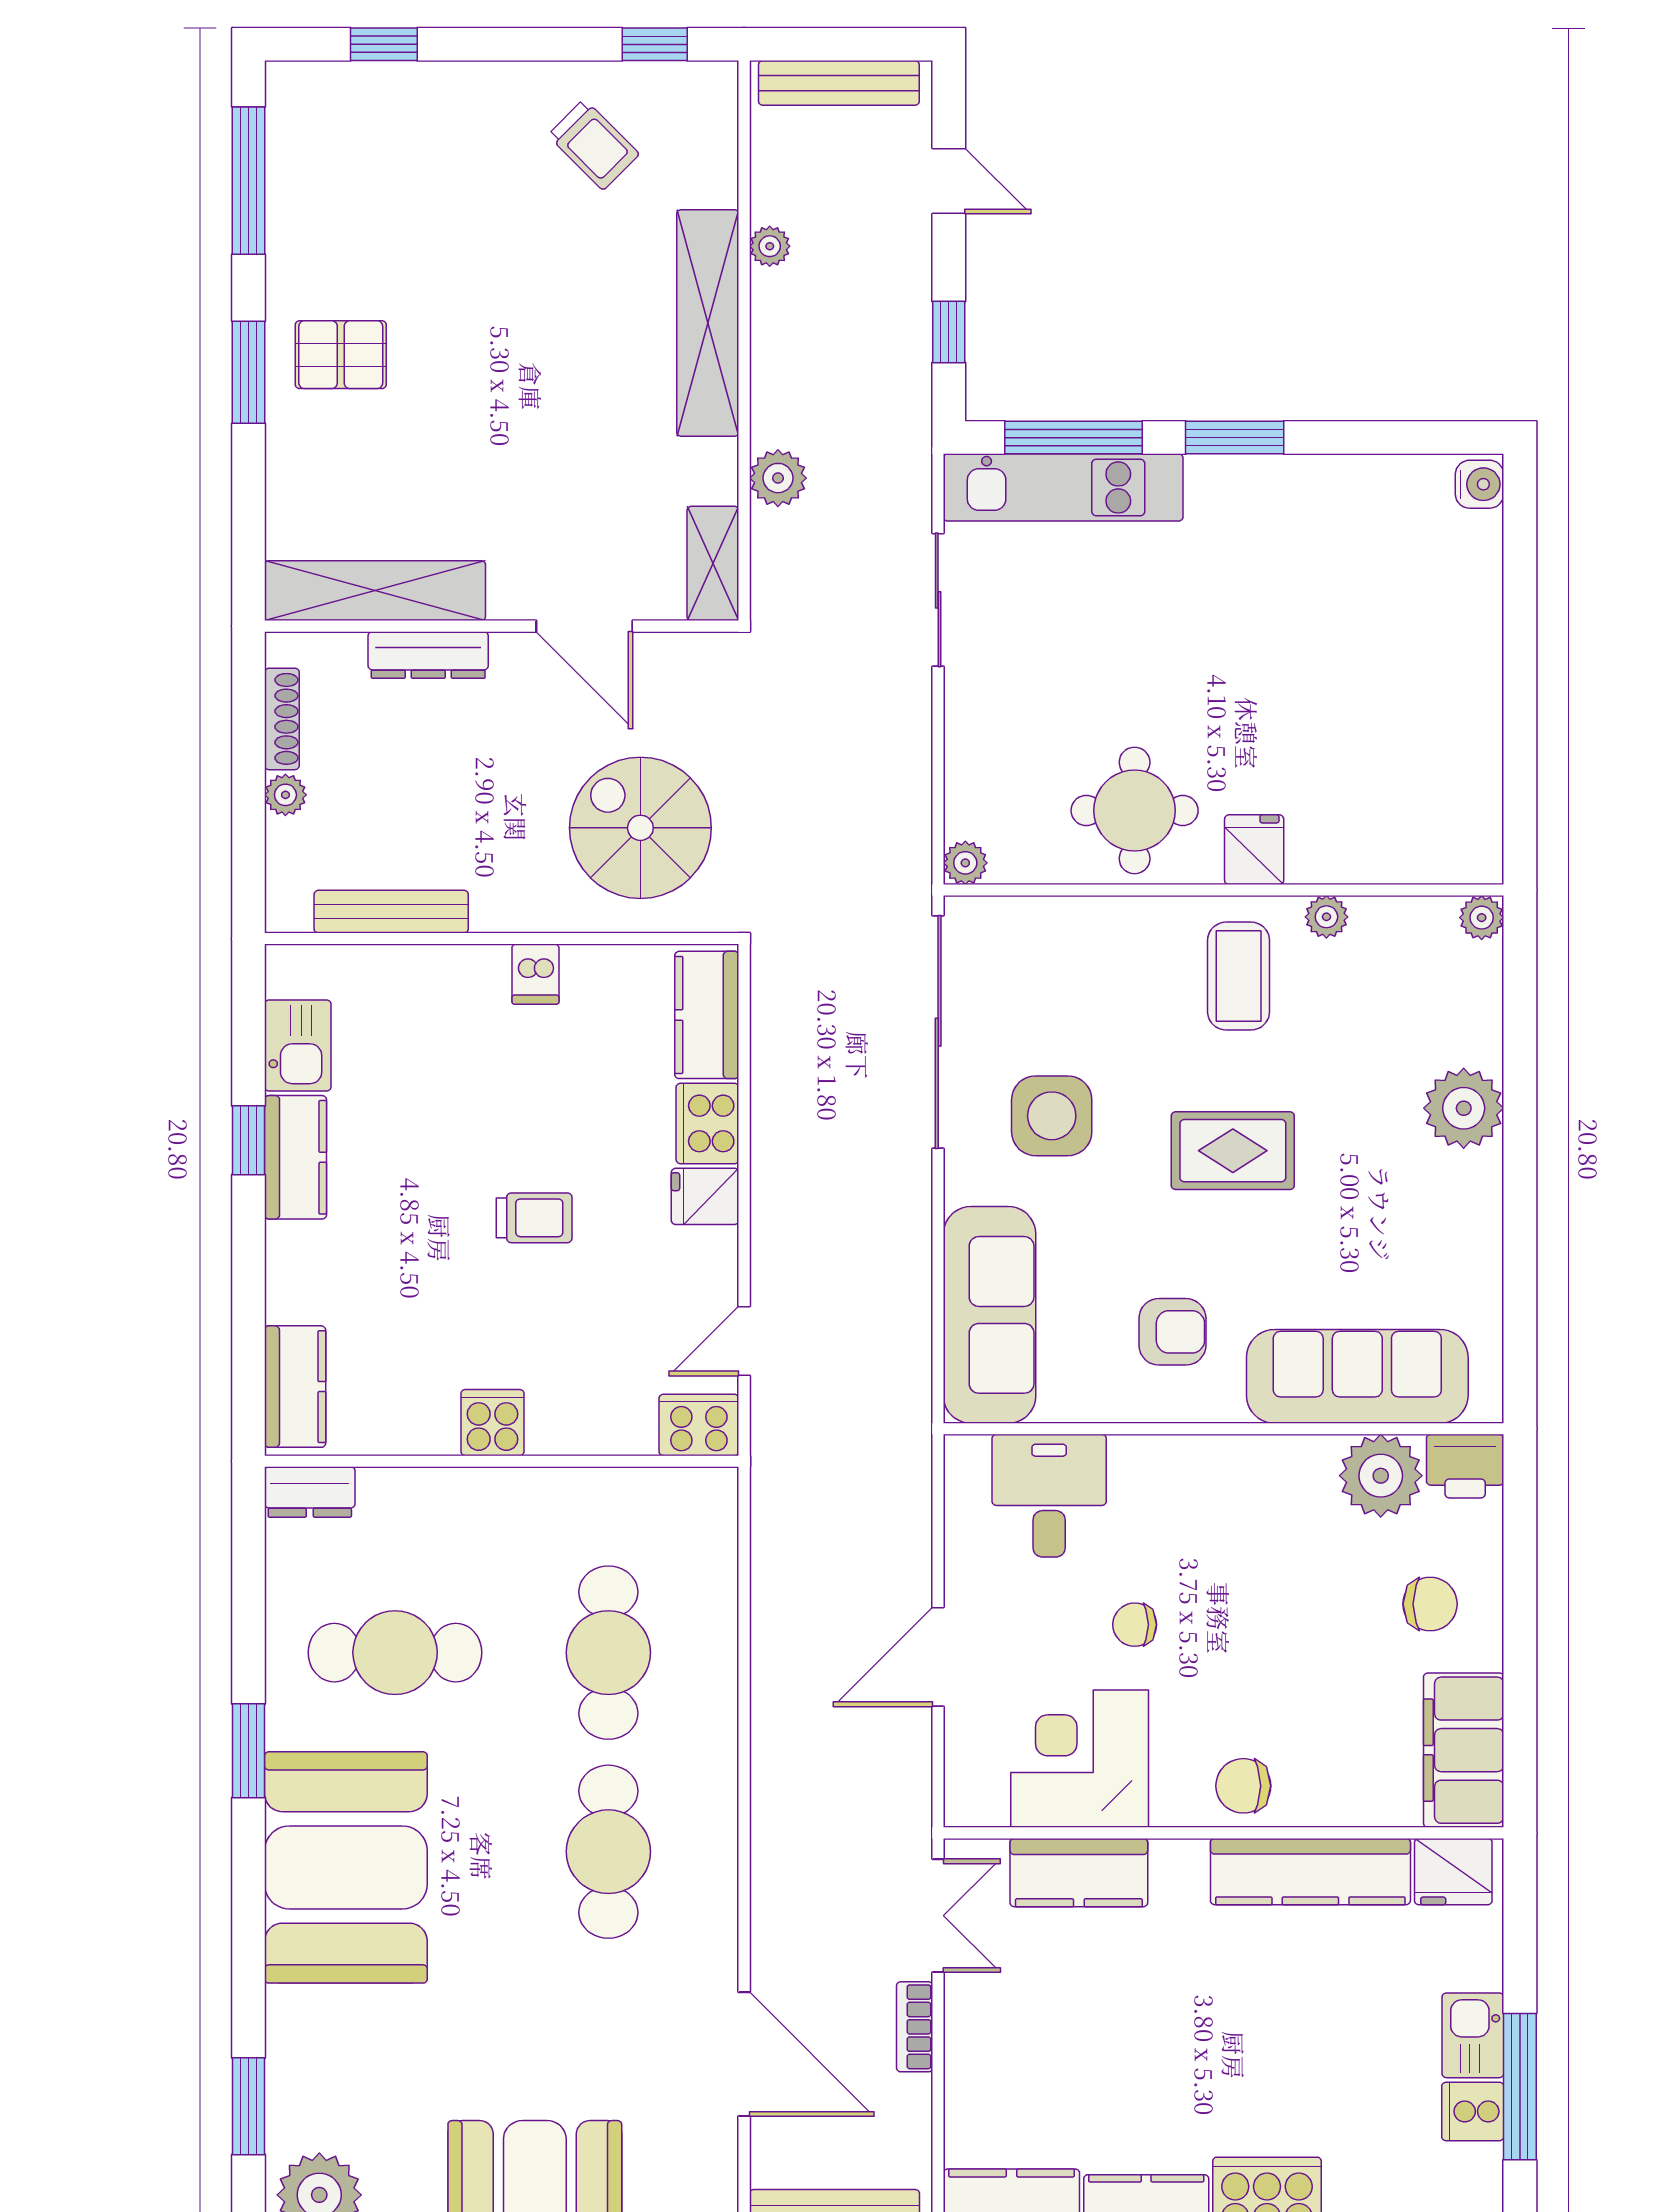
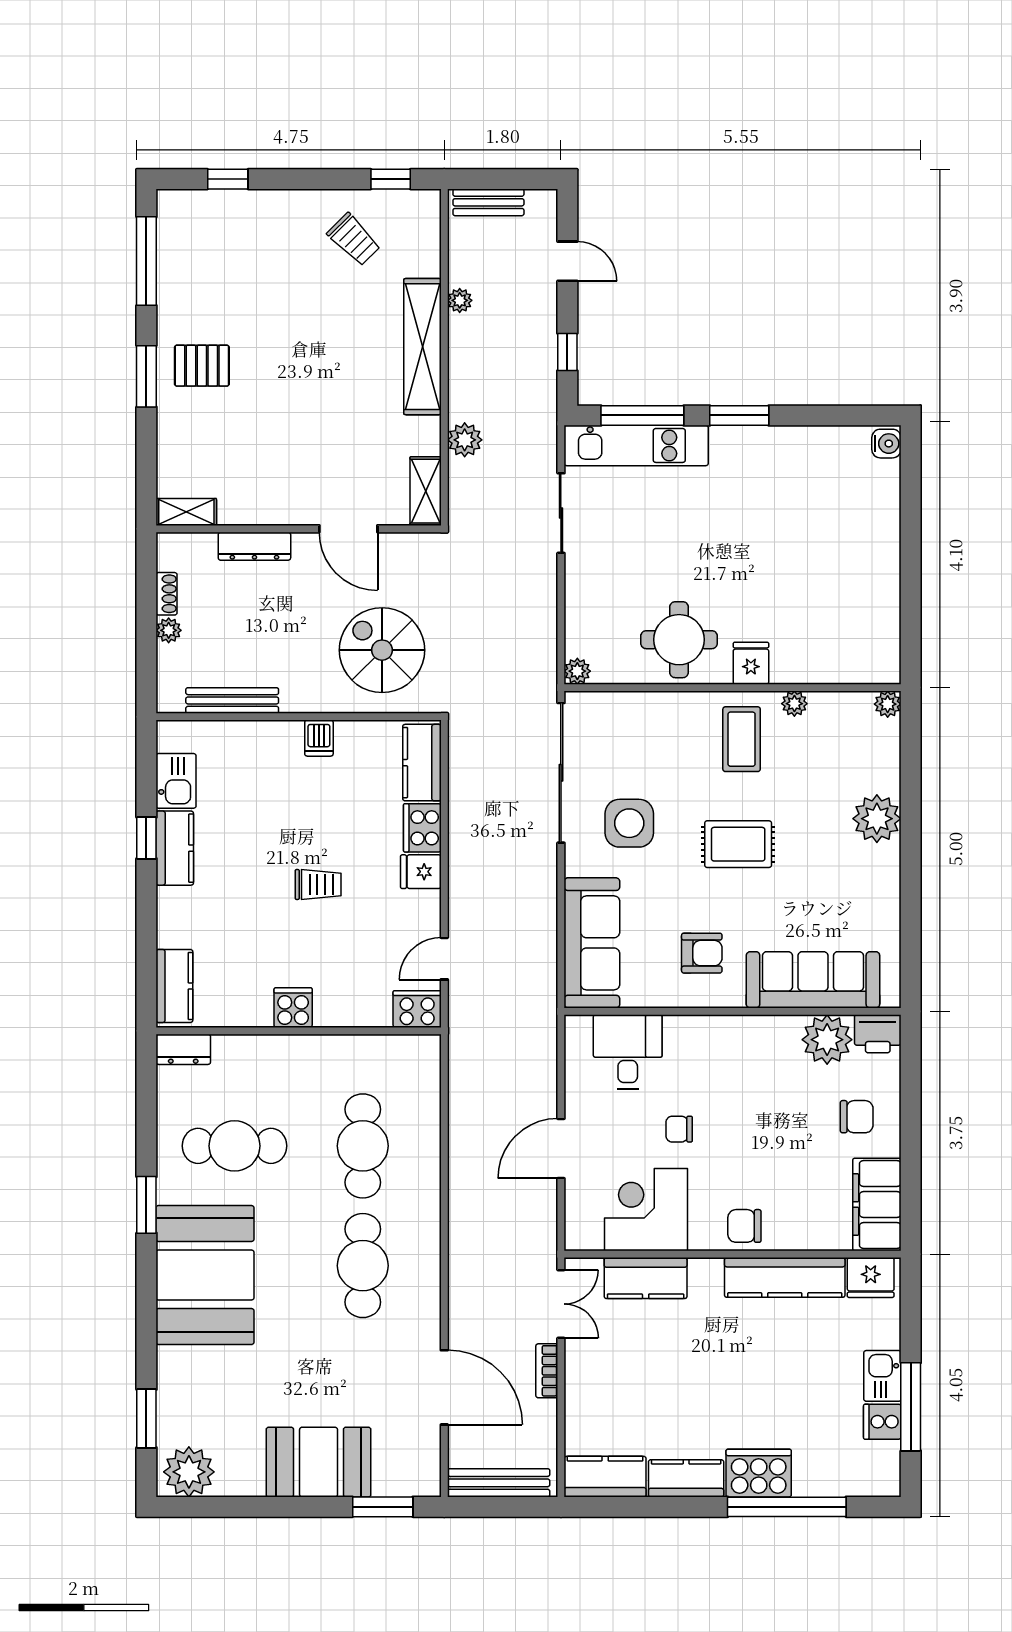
bench: (839, 83) -> (488, 202), width x0.73
shelving: (375, 591) -> (186, 512), width x0.45, depth x0.75
shoe rack: (282, 719) -> (167, 594), width x0.70

